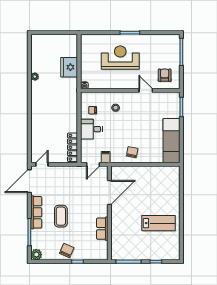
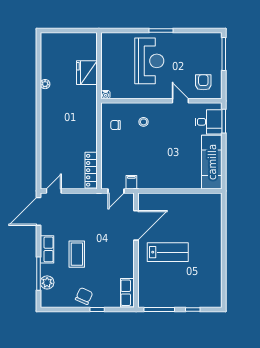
reception desk: (120, 58) -> (149, 61), turned 90
desk: (91, 129) -> (209, 122), moved, turned 180
chair: (132, 152) -> (164, 176), removed
row of seats: (36, 212) -> (47, 249), width x0.68
lab bench: (158, 223) -> (168, 252), moved
row of seats: (102, 229) -> (127, 293), moved
plant: (36, 255) -> (47, 282), moved

